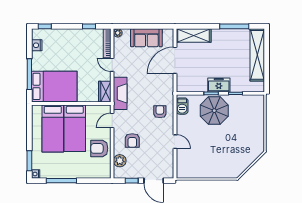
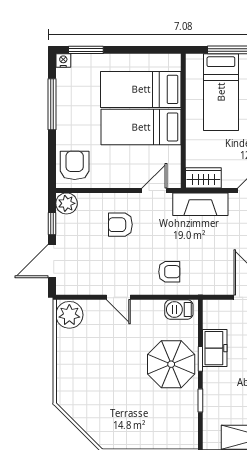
freezer: (219, 85) -> (215, 348), moved
bed: (54, 86) -> (221, 92), width x0.67
door: (112, 120) -> (154, 191), hinge flipped
door: (175, 142) -> (118, 297), hinge flipped
armchair: (99, 148) -> (75, 165), moved
plant: (120, 161) -> (67, 203), moved
plant: (185, 170) -> (69, 315), added

